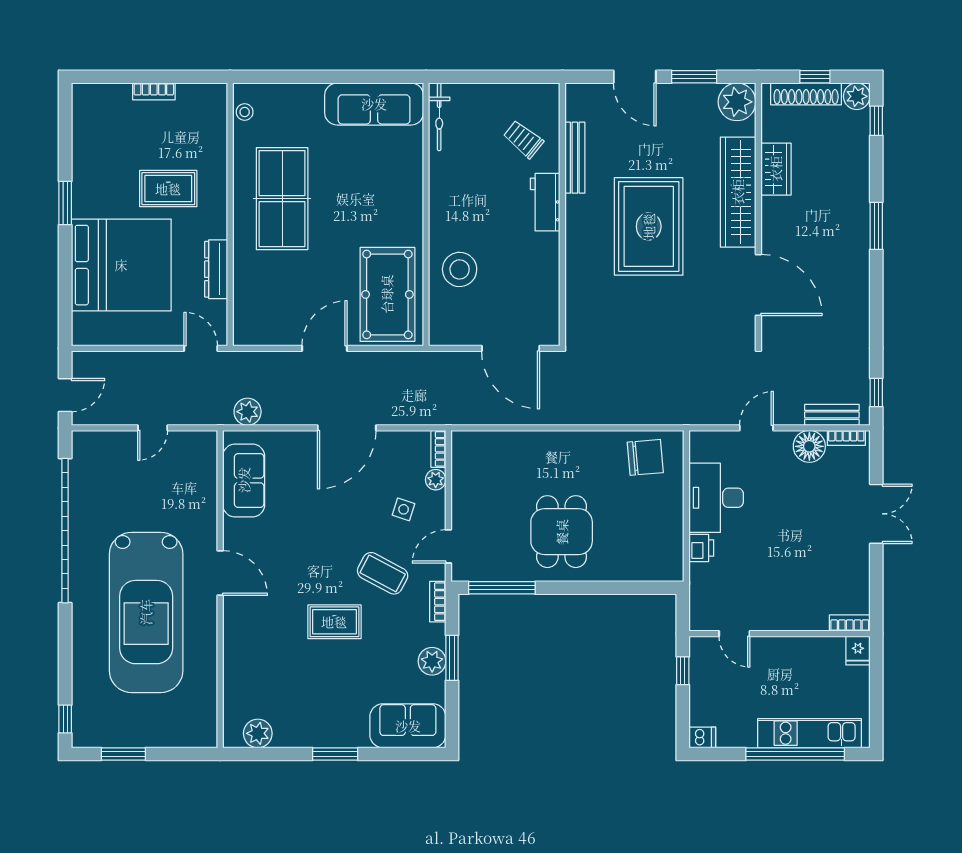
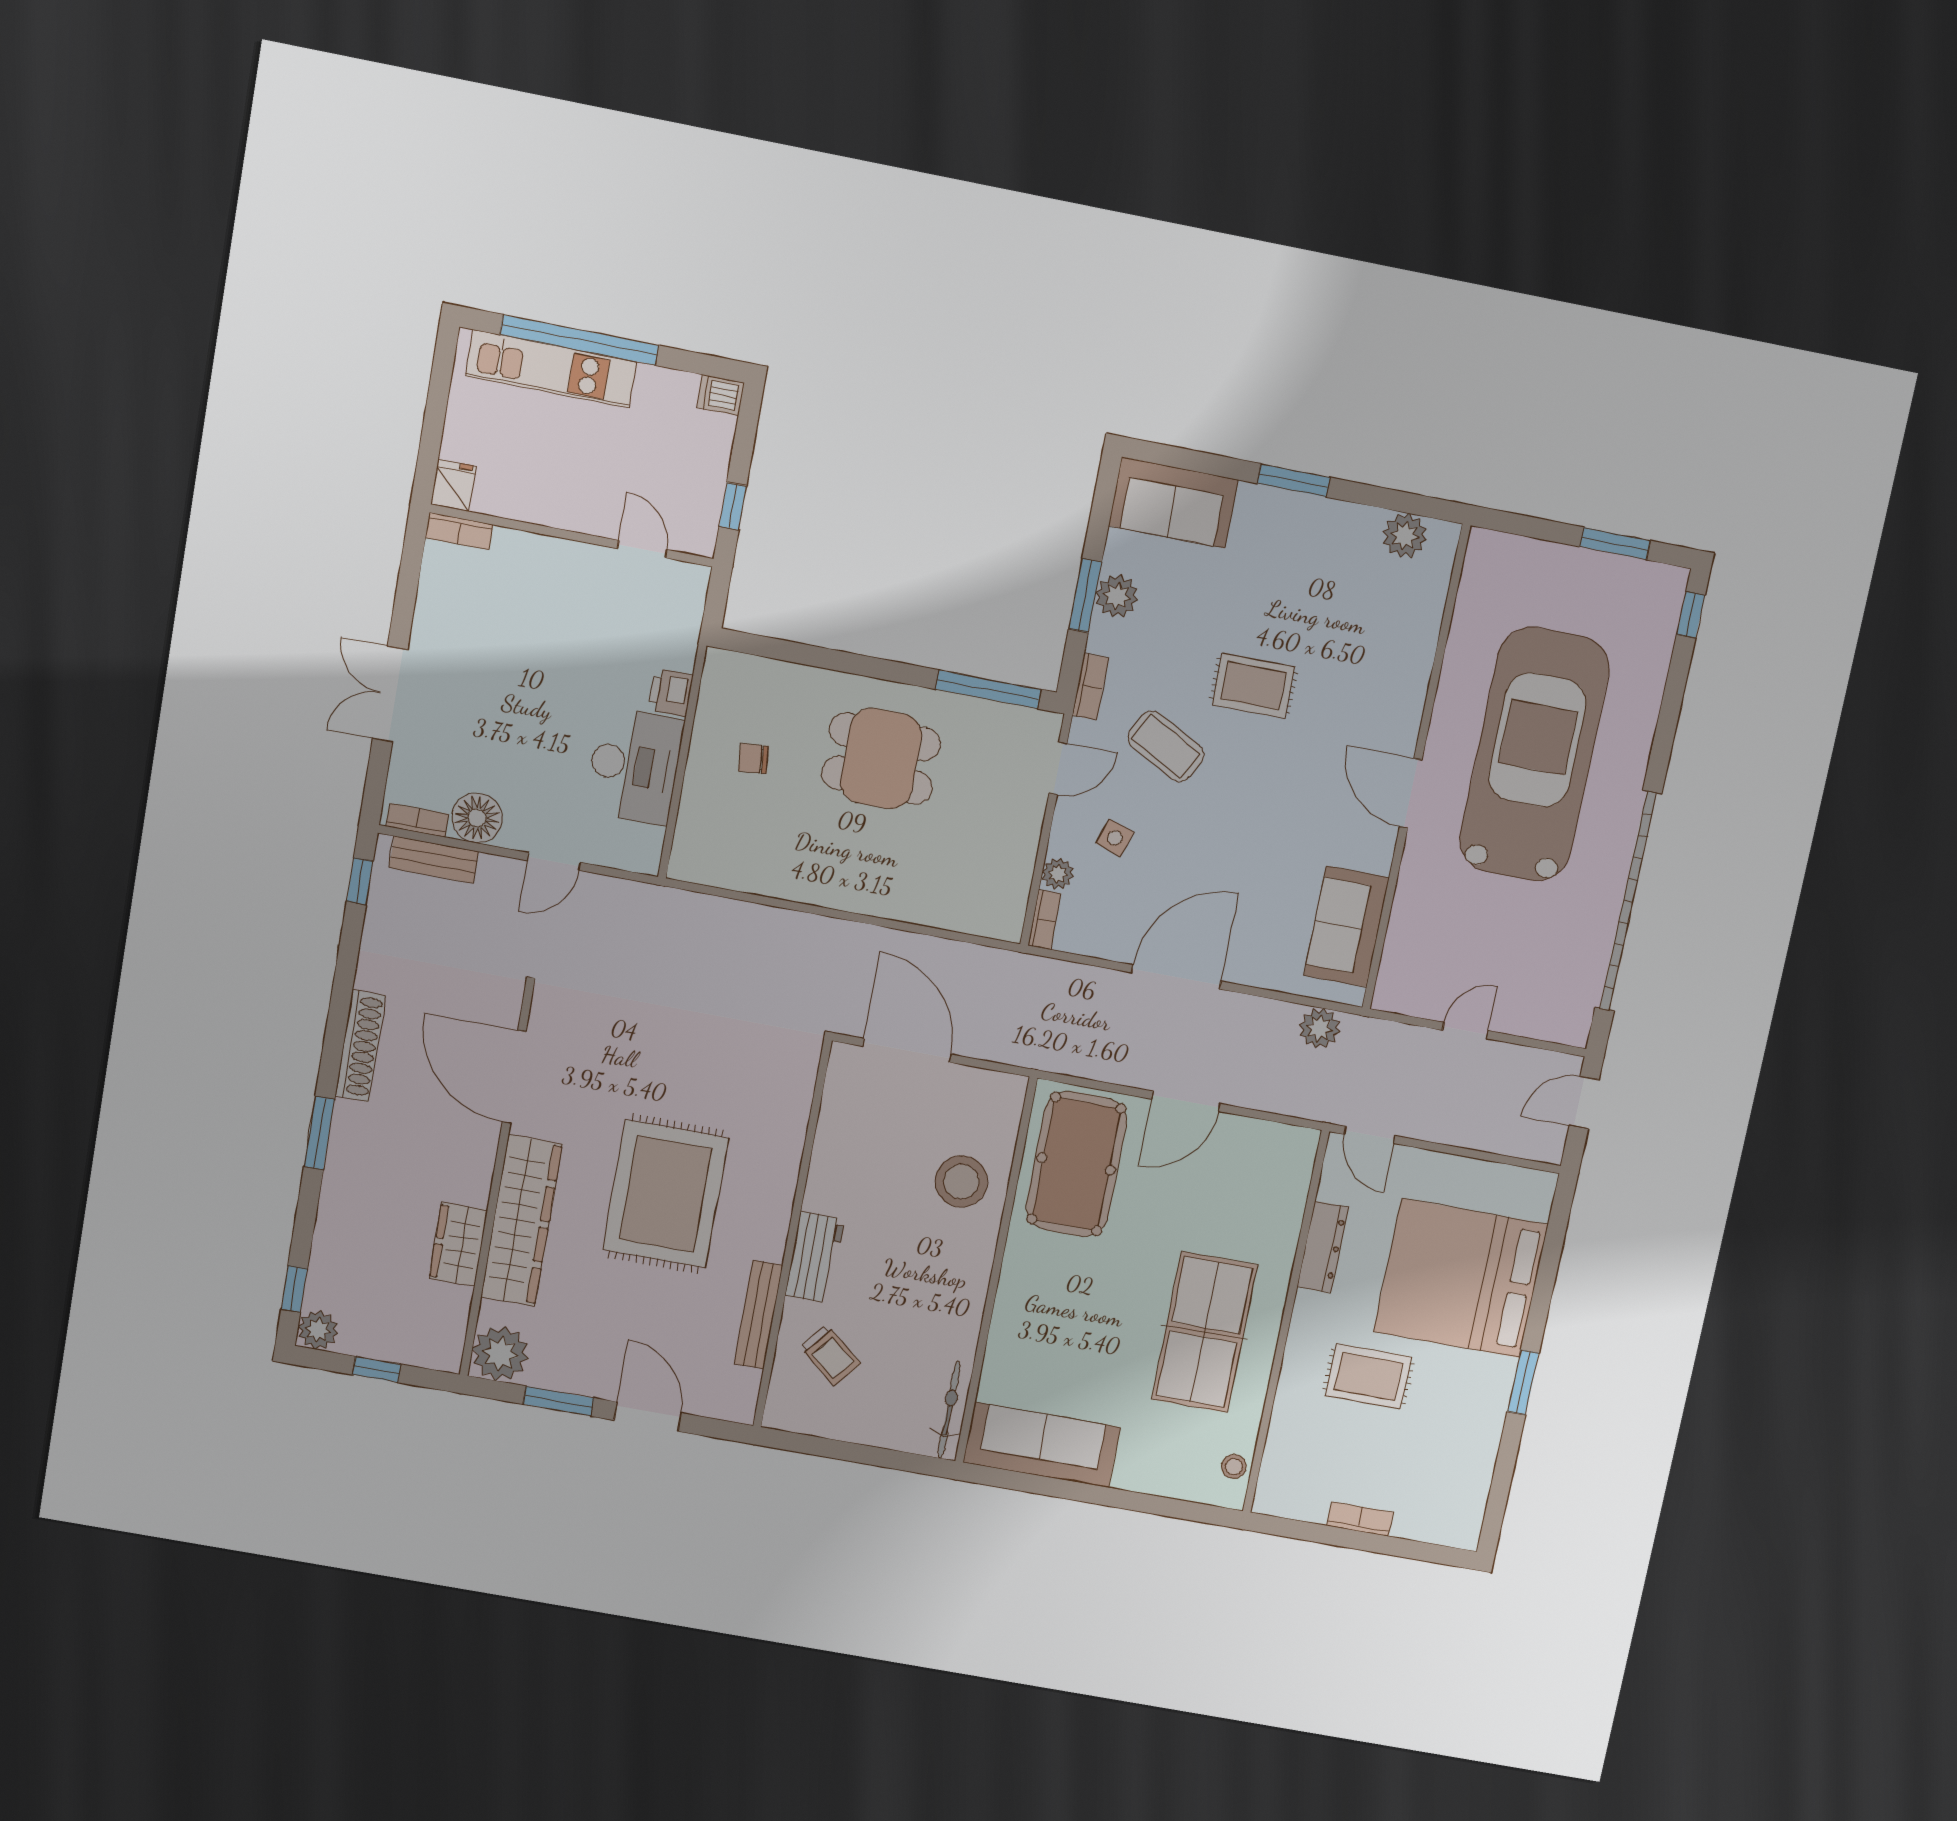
shoe rack: (806, 94) -> (360, 1046), moved, turned 90
chair: (645, 457) -> (753, 759), moved, width x0.54, depth x0.54
dining table: (562, 532) -> (881, 759), turned 90

